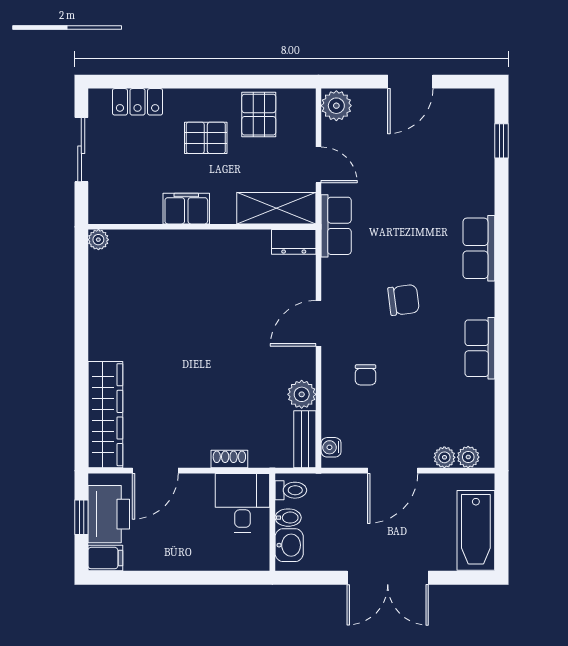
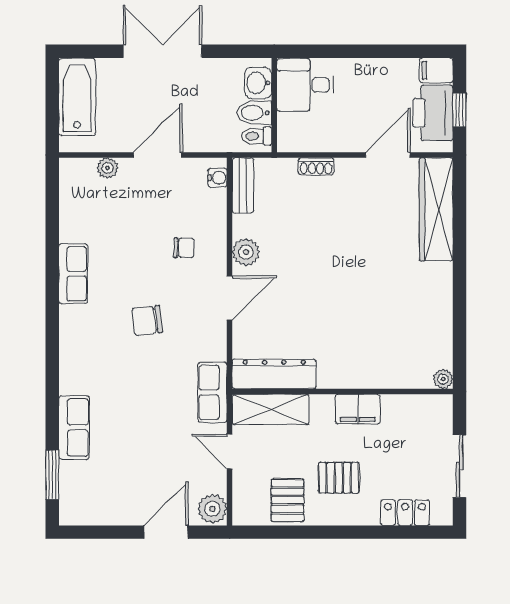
door: (410, 82) -> (166, 532), moved
window: (501, 141) -> (52, 475), width x1.50
dresser: (294, 242) -> (274, 374), width x1.96, depth x1.24
row of seats: (479, 248) -> (74, 427), moved
chair: (366, 375) -> (184, 248), turned 91
plant: (302, 394) -> (246, 252), moved
plant: (468, 457) -> (84, 168), removed
desk: (243, 503) -> (305, 85), moved, turned 90
bidet: (288, 518) -> (255, 113), width x1.38, depth x1.36

